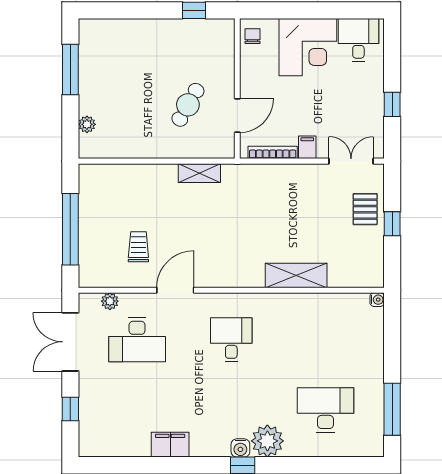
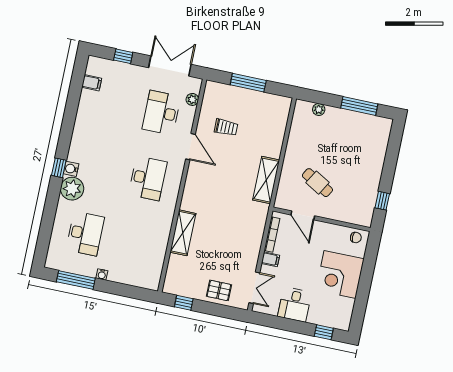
desk: (358, 40) -> (295, 304), moved, turned 90
window: (392, 104) -> (324, 332), moved
shelving: (199, 173) -> (266, 180), width x1.50, depth x1.33
window: (392, 224) -> (184, 303), moved
window: (70, 229) -> (248, 83), width x0.68
water cooler: (377, 300) -> (102, 274), moved
desk: (231, 340) -> (148, 178), width x1.37
filing cabinet: (170, 445) -> (92, 83), moved, width x0.50

